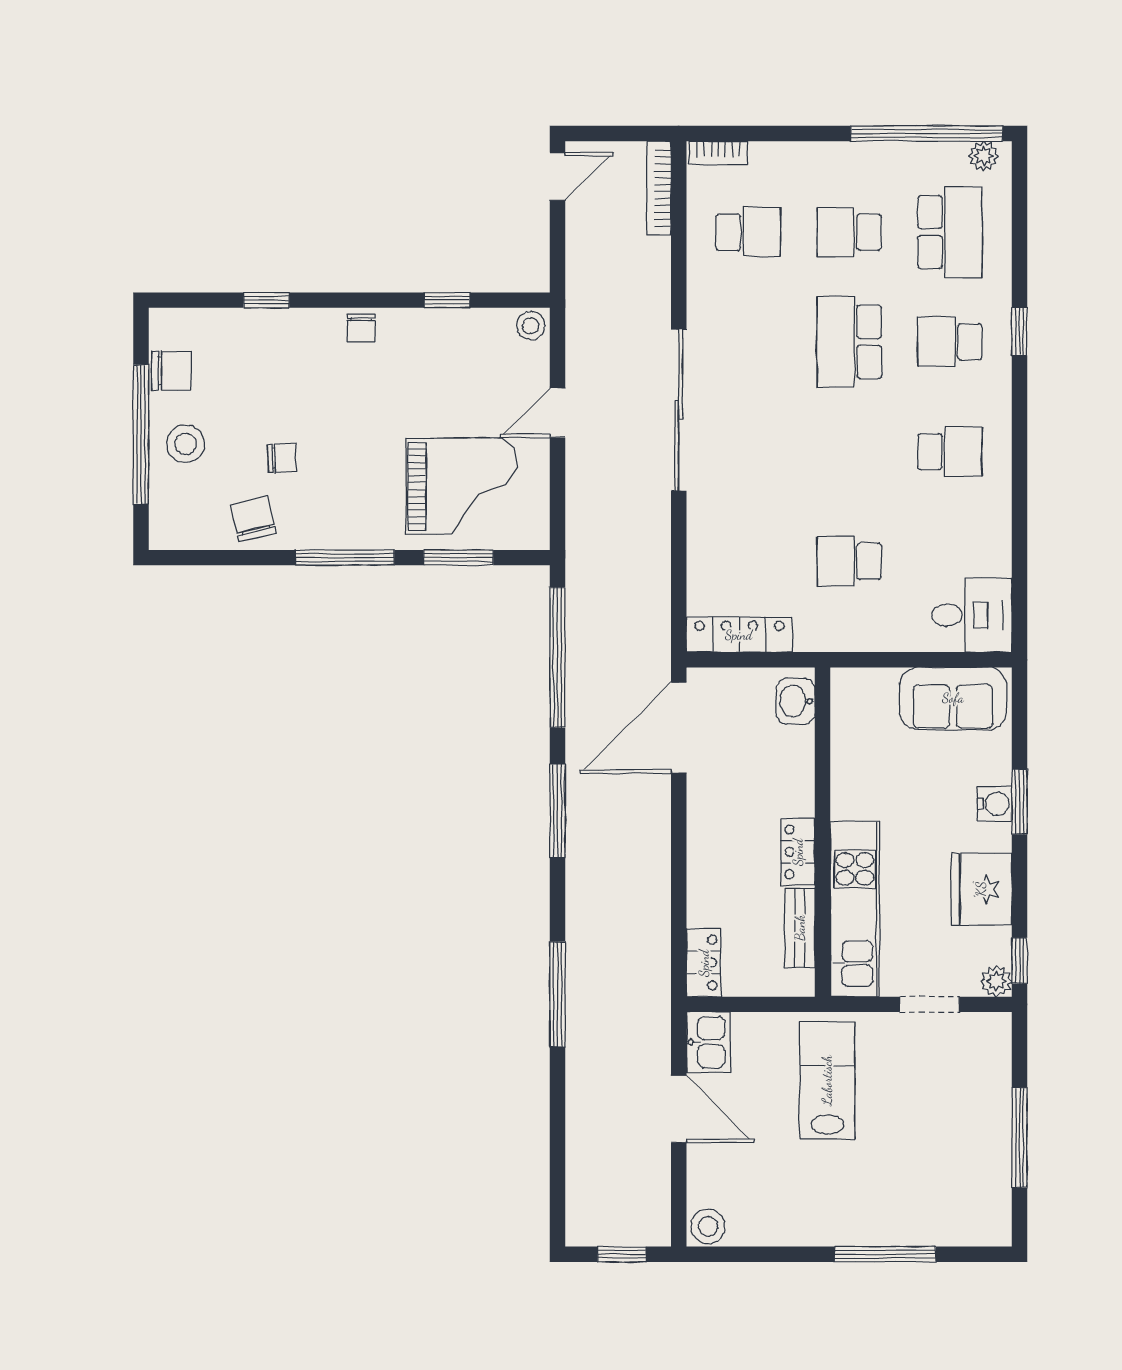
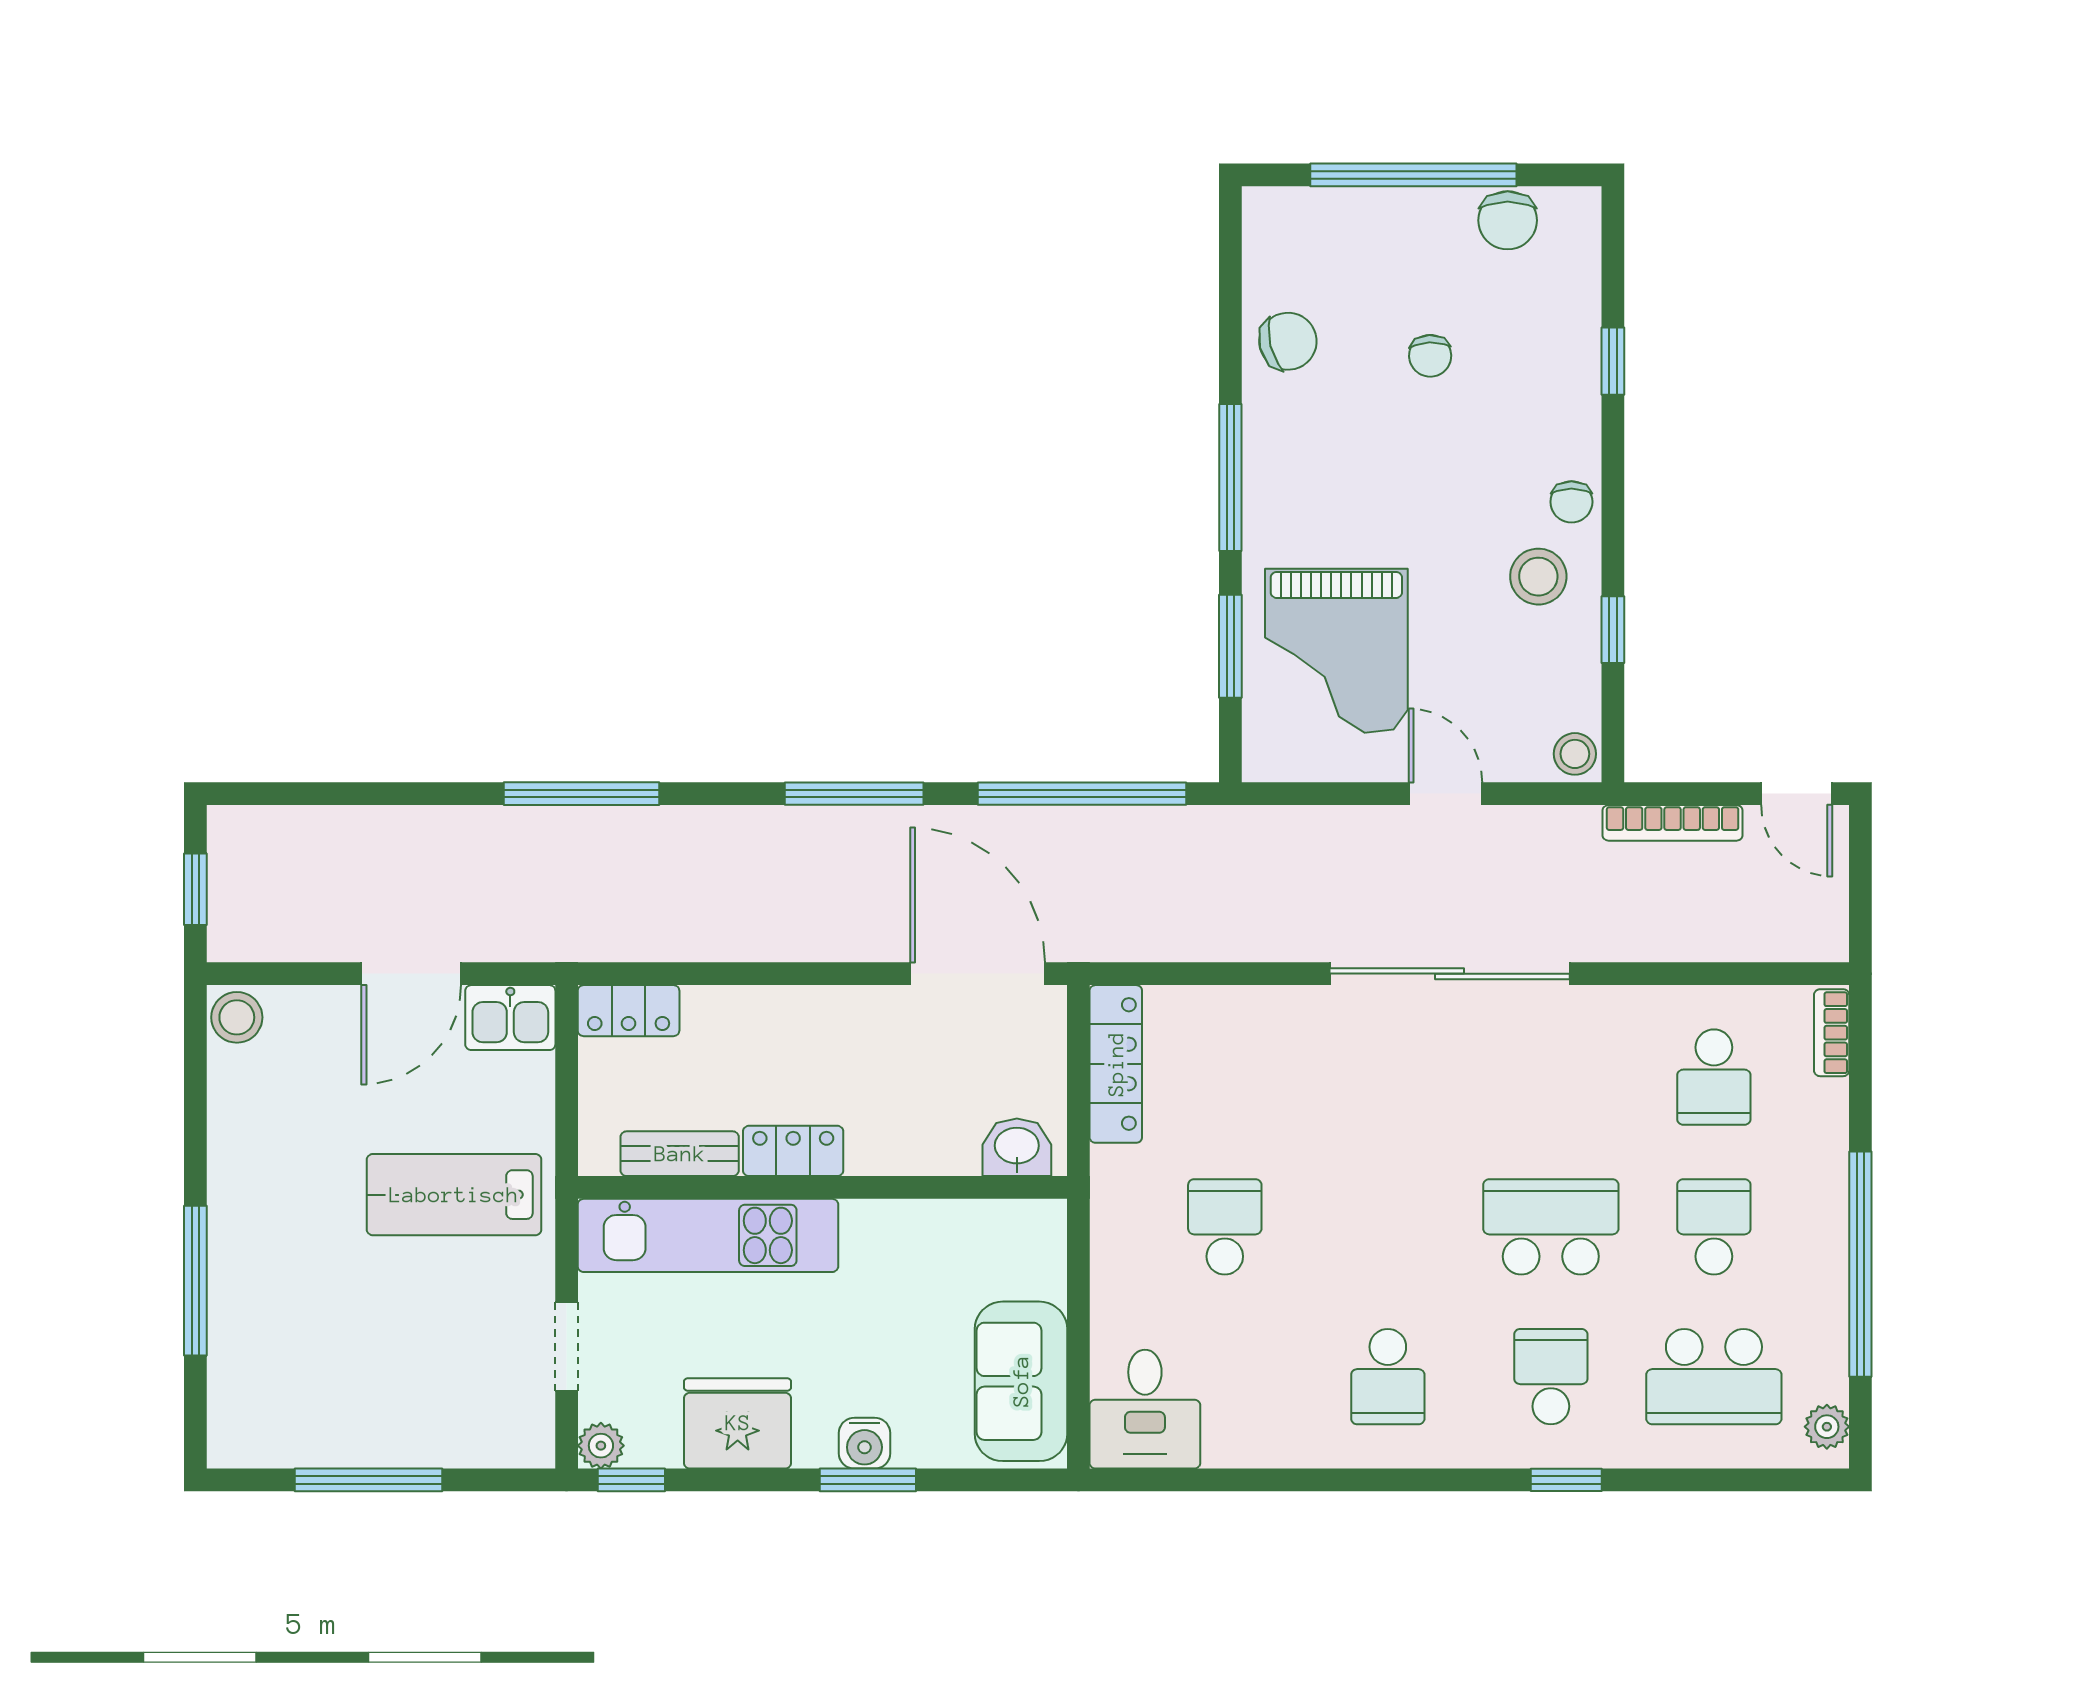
window: (927, 134) -> (1860, 1264), moved
bookcase: (659, 188) -> (1673, 823), moved, turned 180
chair: (361, 328) -> (1571, 502), turned -90
stool: (186, 444) -> (1538, 577), moved
chair: (282, 458) -> (1430, 356), moved
lab bench: (827, 1080) -> (454, 1195), turned 180

